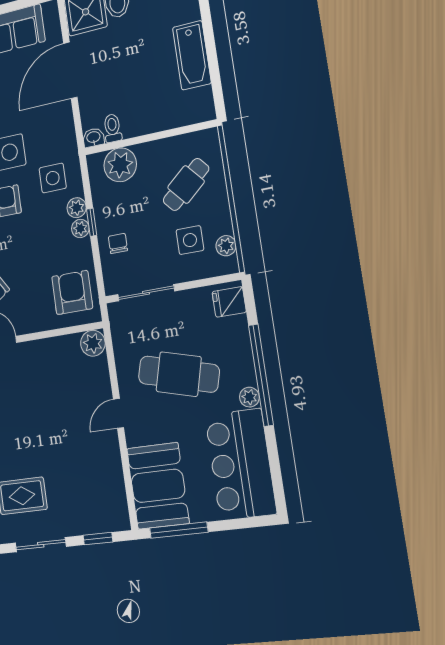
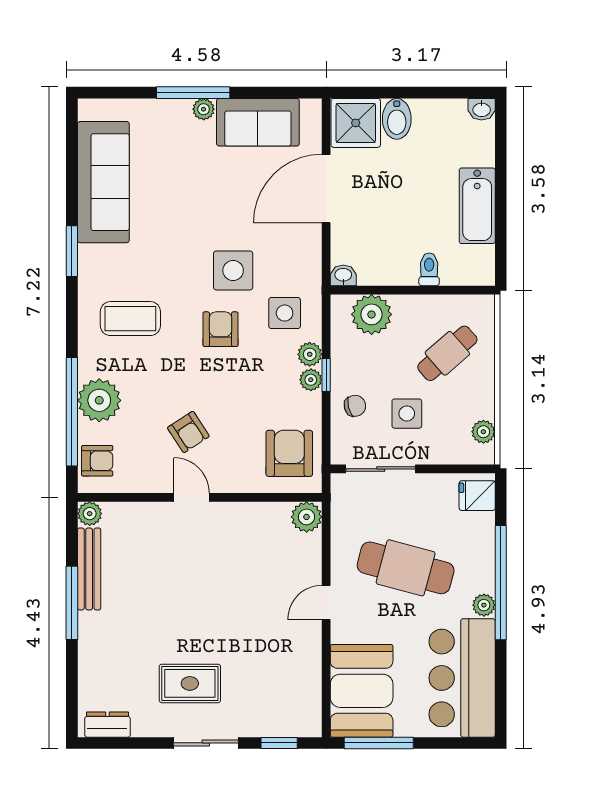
toilet: (112, 128) -> (429, 269), moved
side table: (190, 240) -> (407, 414), moved
chair: (118, 243) -> (355, 406), turned 76

